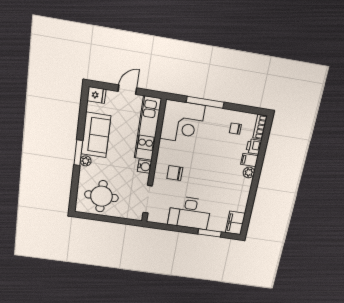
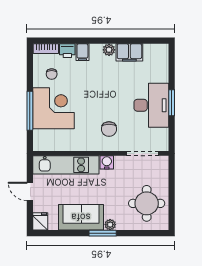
corner desk: (182, 122) -> (54, 108), moved
plant: (249, 172) -> (109, 50), moved
filing cabinet: (235, 223) -> (129, 52), moved
window: (210, 233) -> (172, 103), moved

